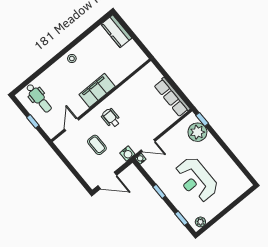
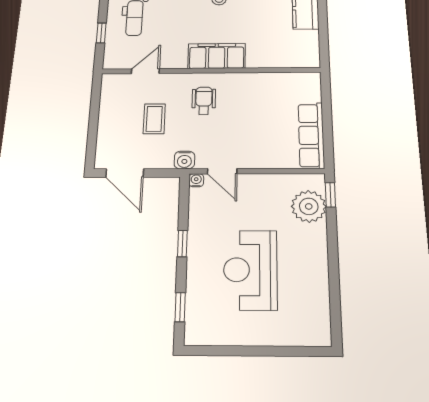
plant: (200, 222) -> (204, 336), removed

